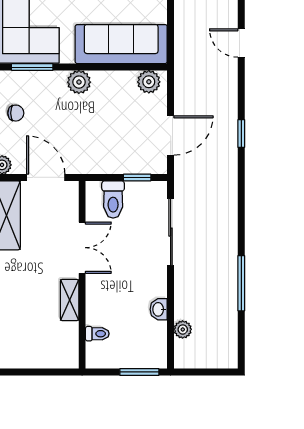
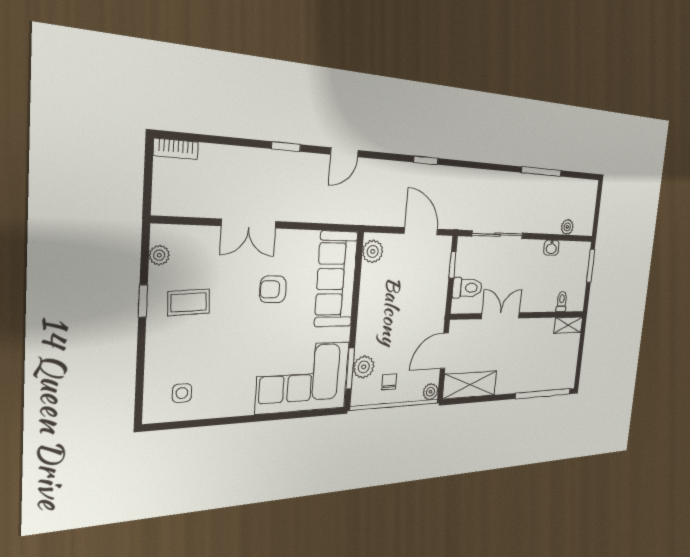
plant: (79, 82) -> (364, 367), moved
shelving: (70, 300) -> (568, 325), moved

